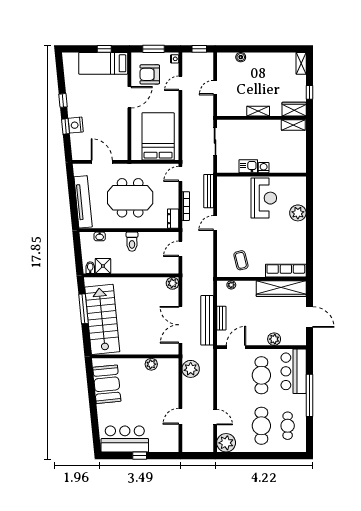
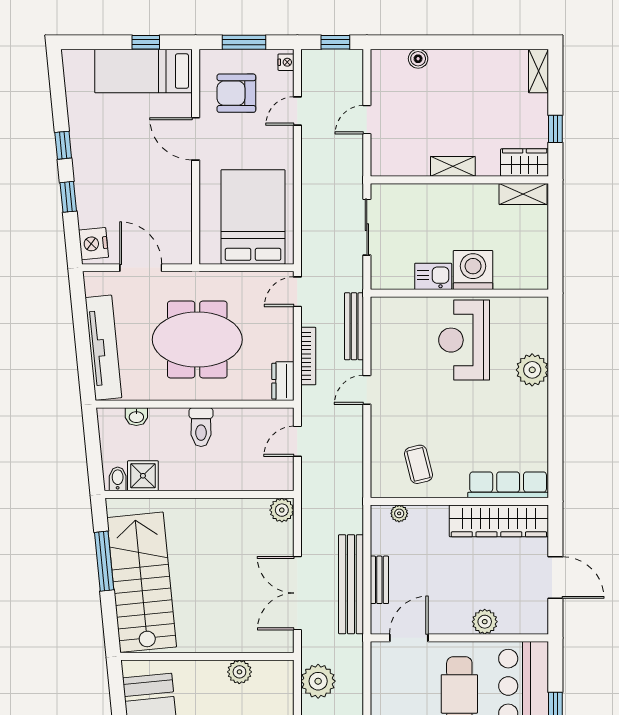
door: (129, 97) -> (196, 139), swing flipped
nightstand: (76, 125) -> (93, 244), moved
washing machine: (264, 168) -> (473, 270), width x1.89, depth x1.89
reception desk: (264, 198) -> (464, 340), turned 180

